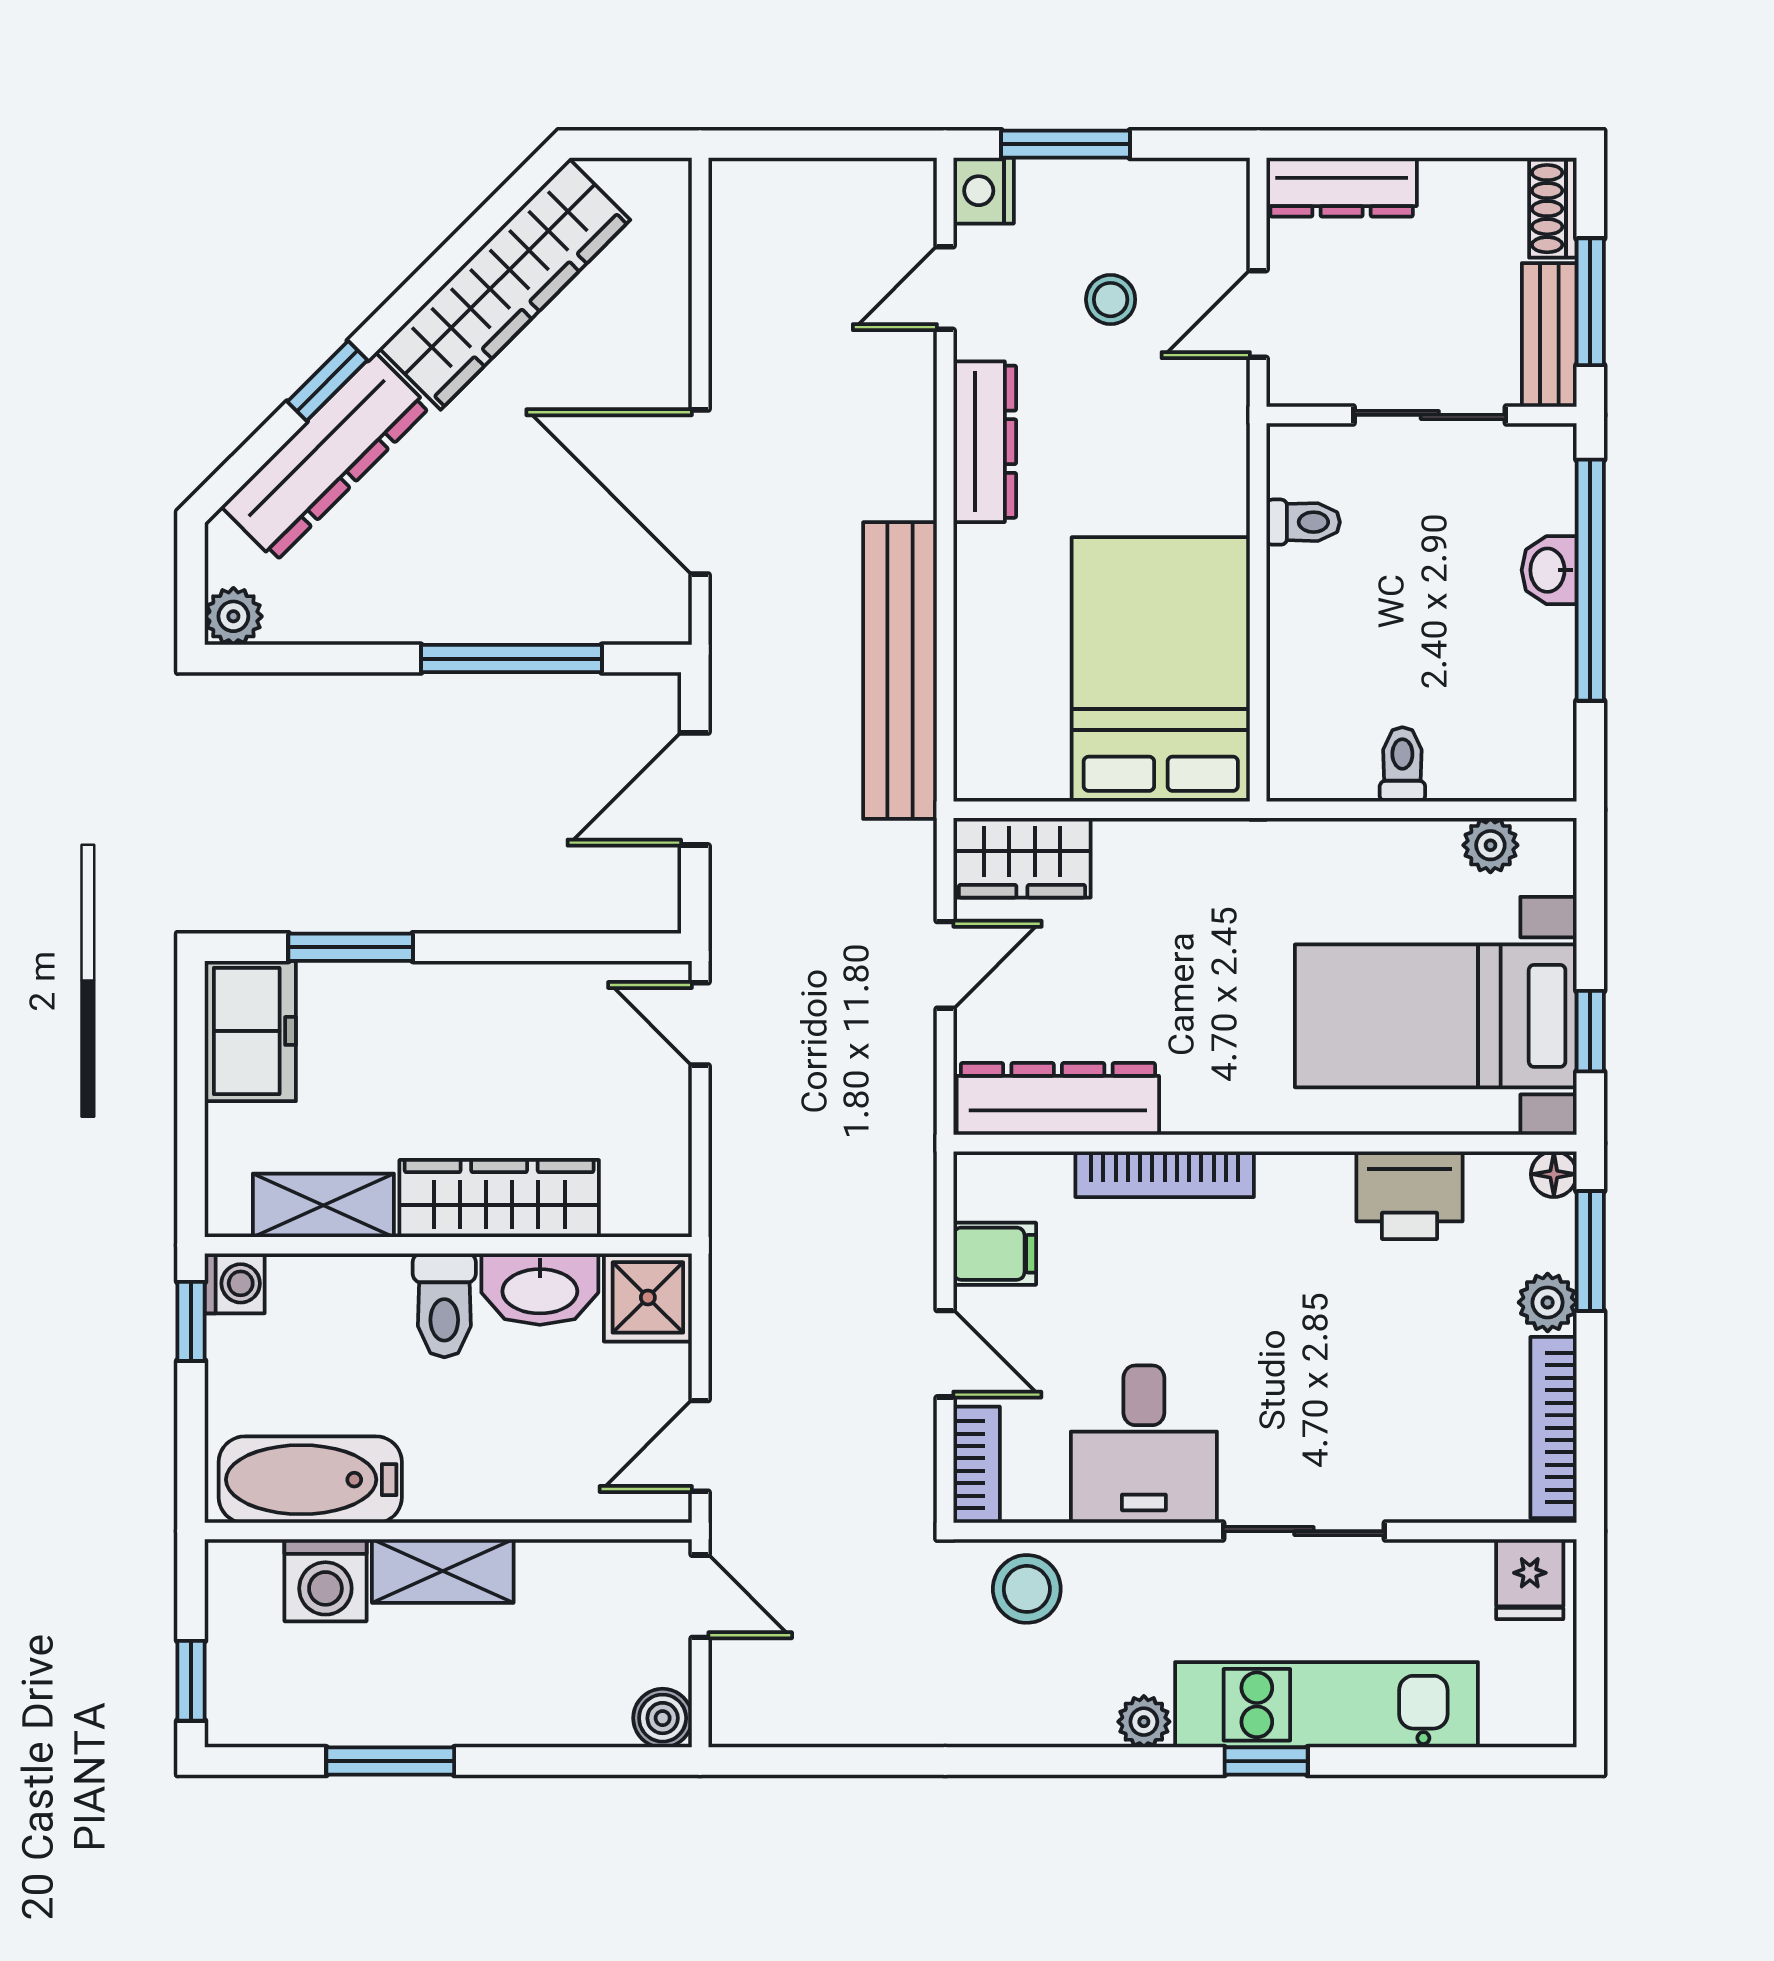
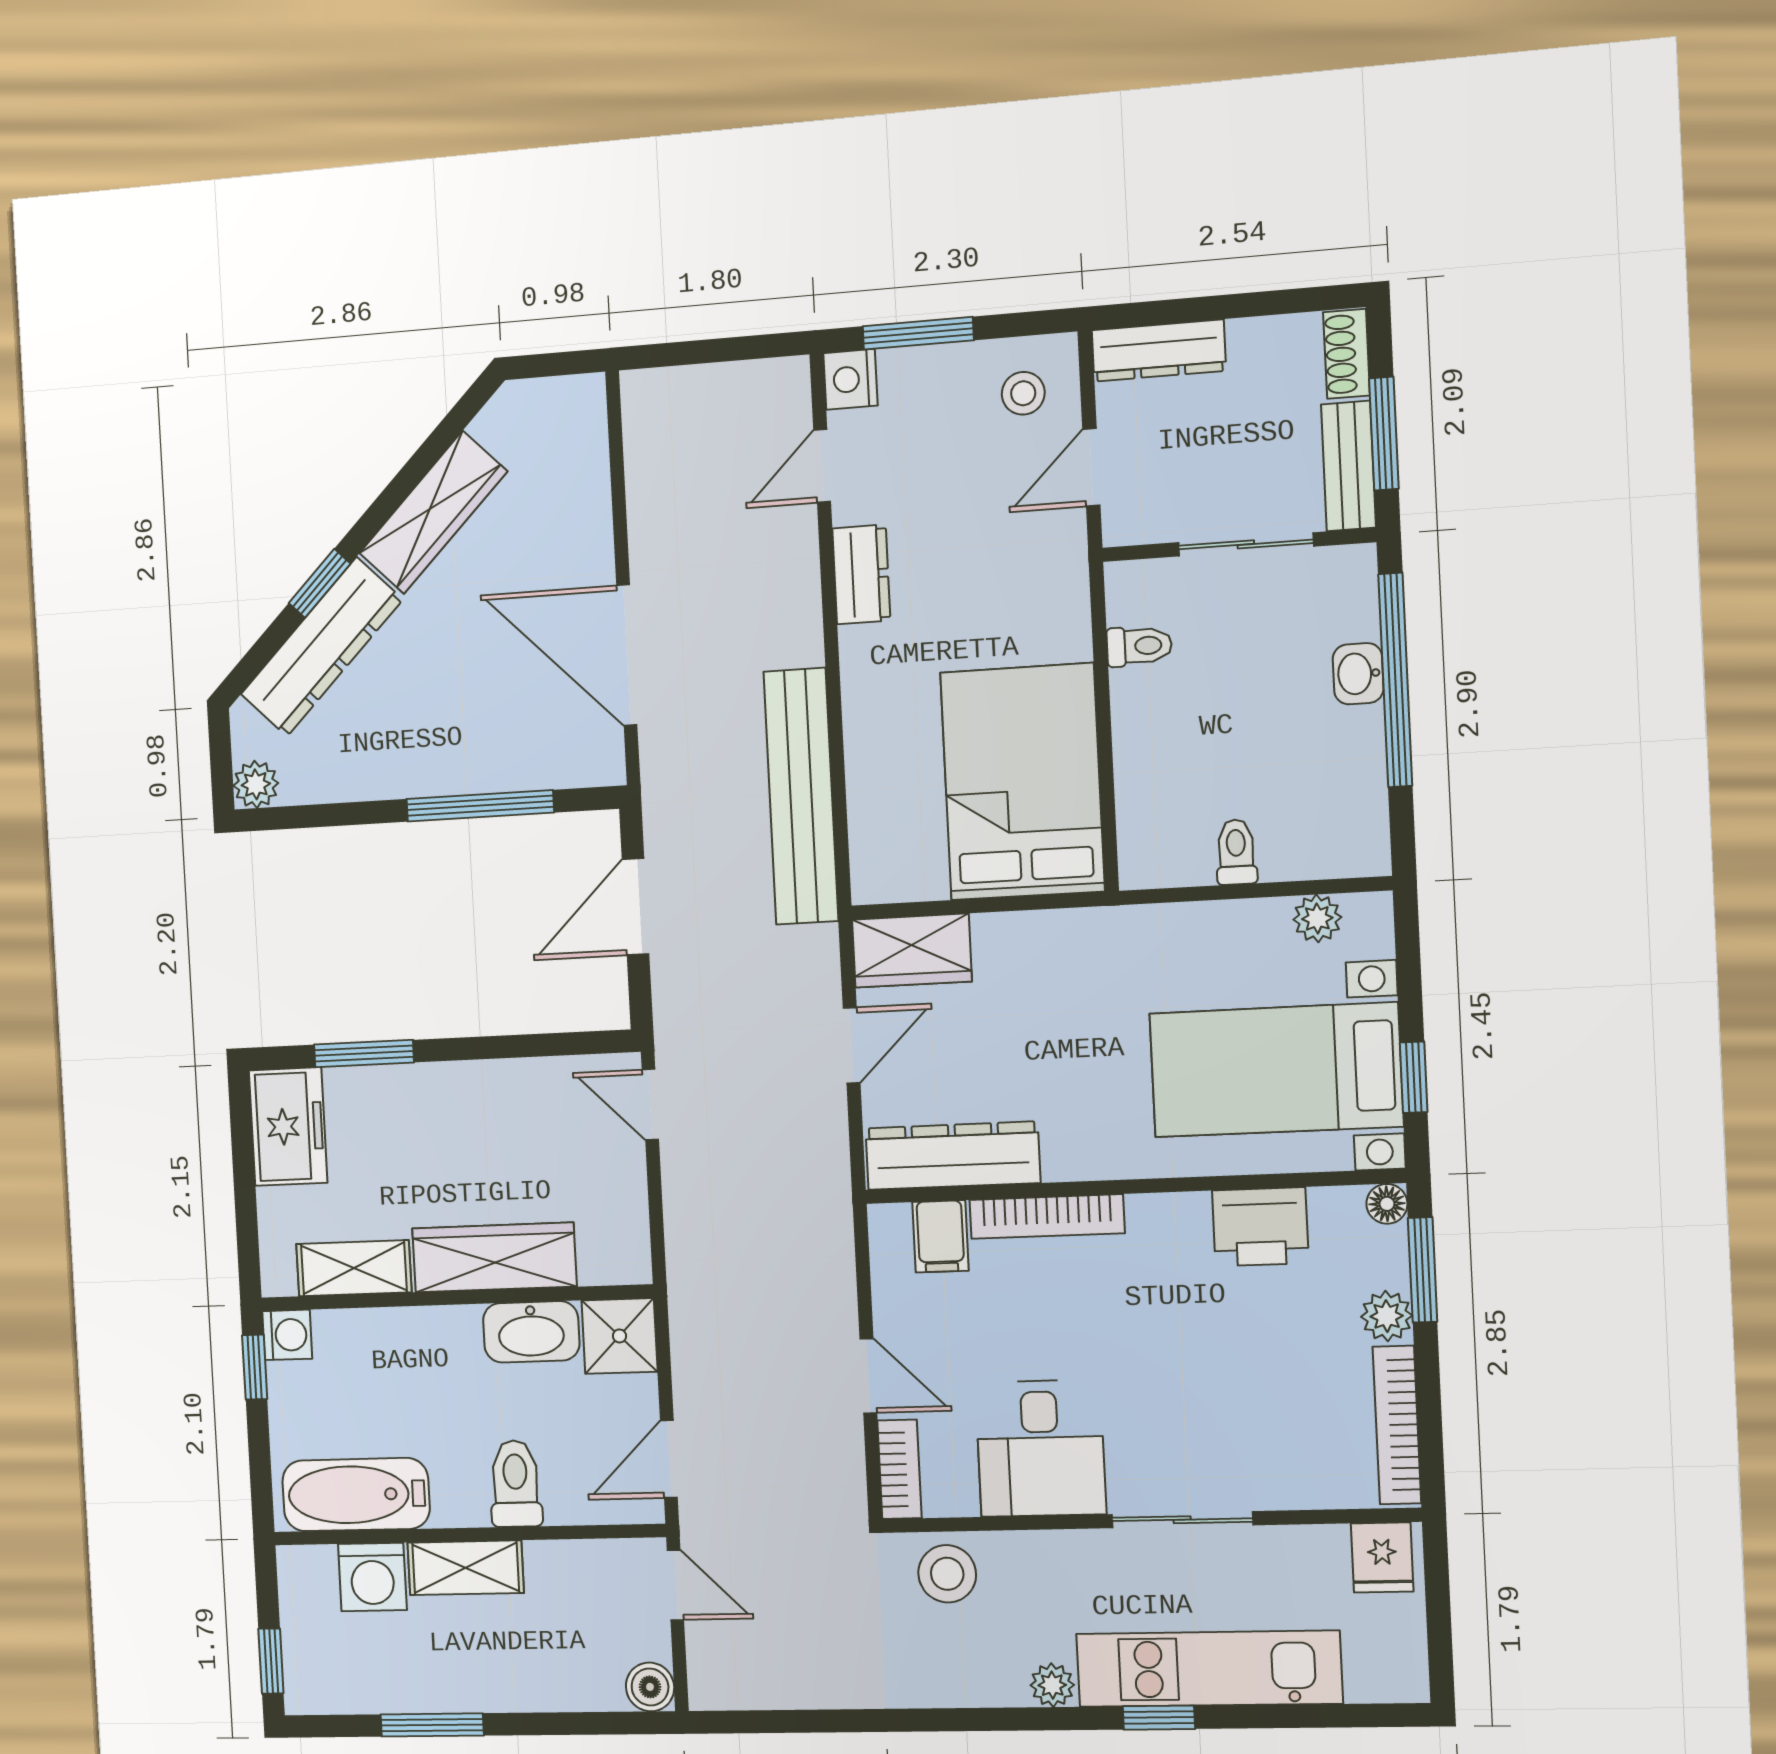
wardrobe: (505, 284) -> (433, 512), width x0.71, depth x0.85
stool: (1111, 300) -> (1023, 393), moved
dresser: (985, 442) -> (861, 574), width x0.70
filing cabinet: (995, 1254) -> (940, 1236), moved, turned 90
toilet: (444, 1305) -> (516, 1484), moved, turned 180

